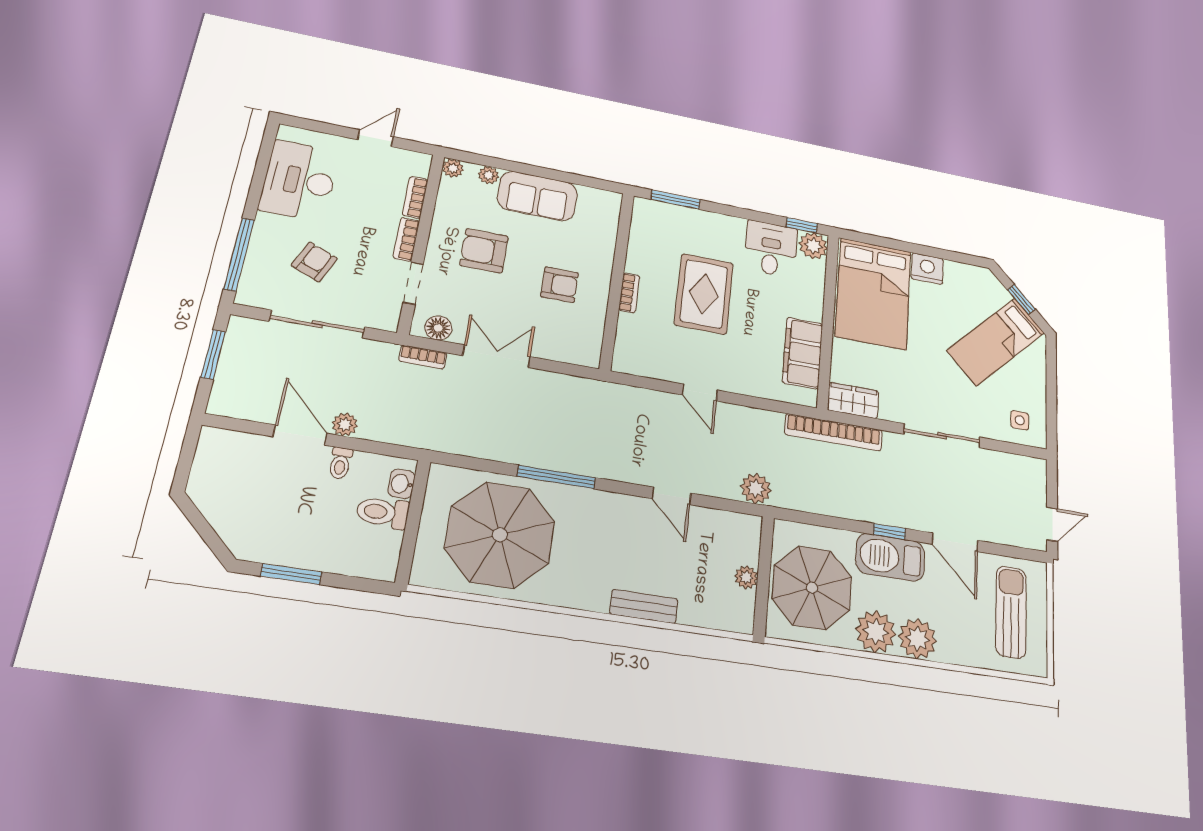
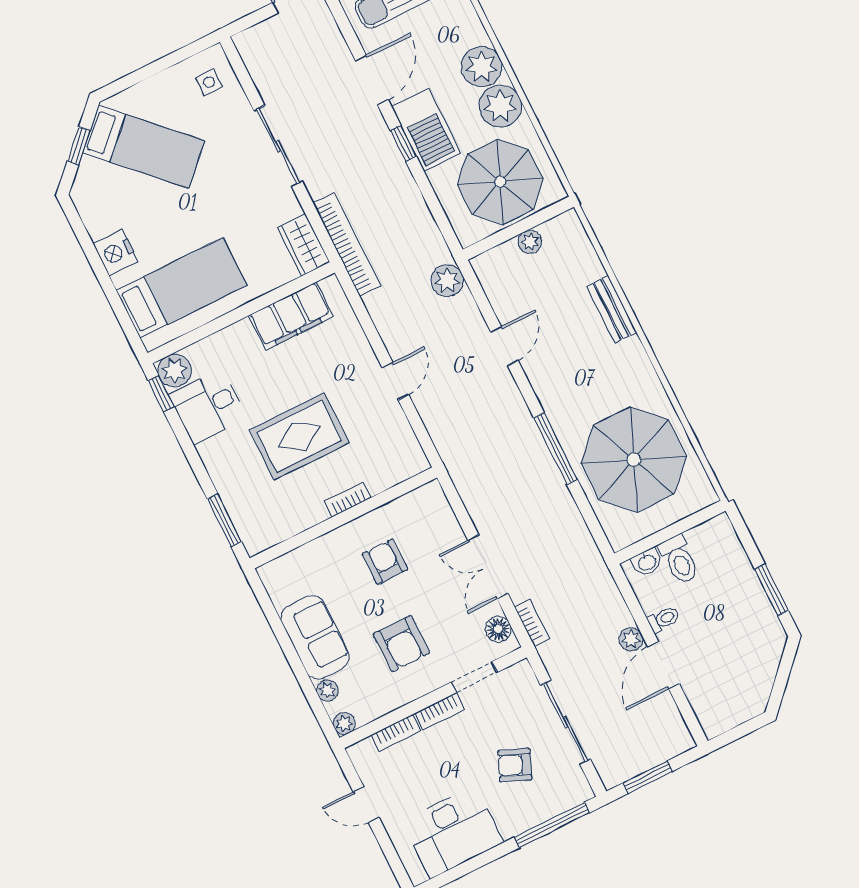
bed: (873, 293) -> (181, 288), width x0.67

